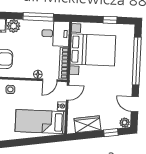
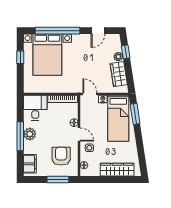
window: (38, 17) -> (20, 136), moved
plant: (14, 26) -> (30, 134), moved
bed with nightstands: (93, 50) -> (47, 55), moved, turned 180
door: (50, 80) -> (79, 135), moved
plant: (125, 123) -> (118, 57), moved
window: (44, 140) -> (135, 114), added

